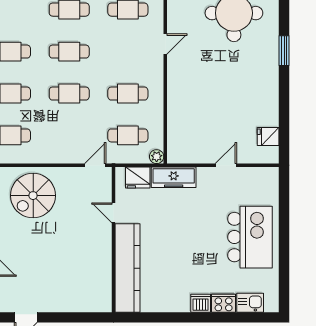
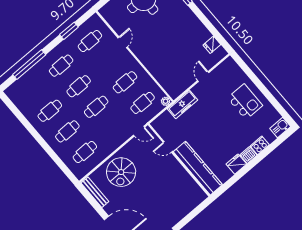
door: (95, 165) -> (139, 131), swing flipped
fridge: (138, 178) -> (236, 164), moved, turned 180
kitchen island: (250, 237) -> (245, 102), width x0.73, depth x0.78
kitchen sink: (250, 303) -> (280, 127), moved

